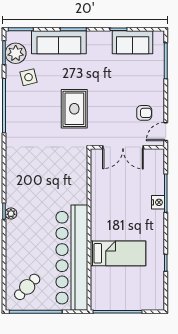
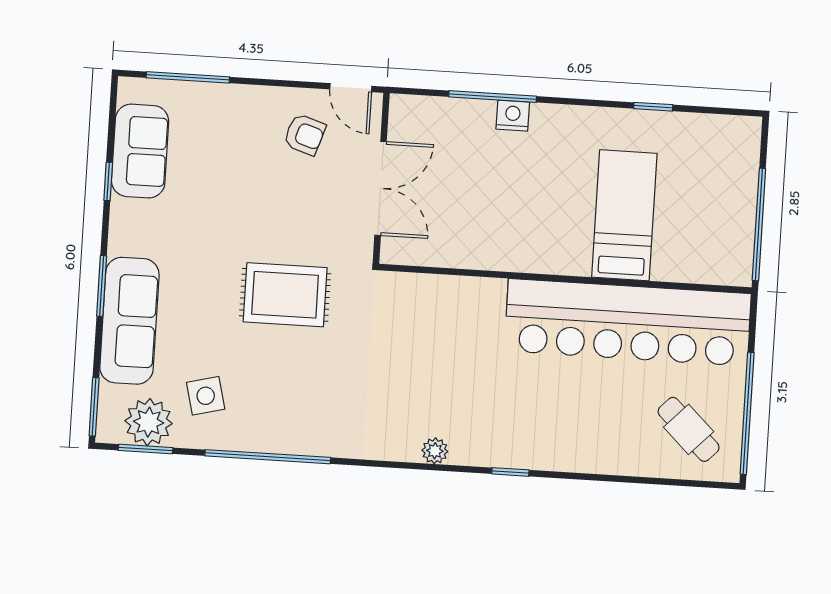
armchair: (144, 113) -> (305, 135), turned 108
plant: (11, 214) -> (435, 451), moved

